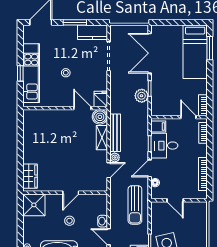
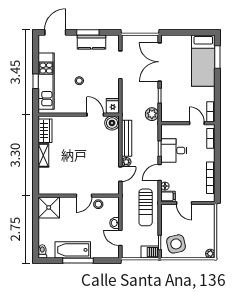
kitchen counter: (92, 32) -> (91, 42), moved
plant: (142, 96) -> (152, 114), moved
filing cabinet: (158, 126) -> (168, 196), moved
shelving: (102, 138) -> (43, 155), moved
wardrobe: (30, 176) -> (45, 131), moved
stool: (69, 221) -> (98, 204), moved

